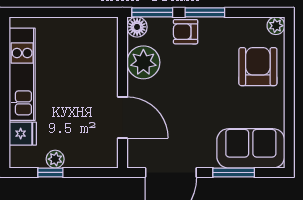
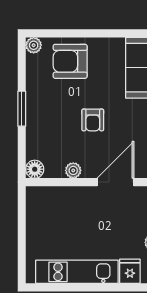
window: (152, 12) -> (22, 156), removed
armchair: (186, 32) -> (93, 120), moved
plant: (143, 62) -> (73, 170), width x0.53, depth x0.53

